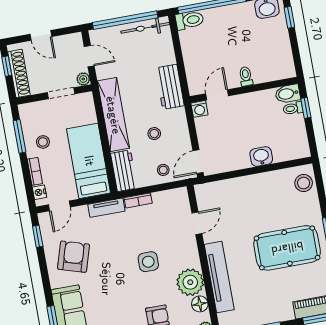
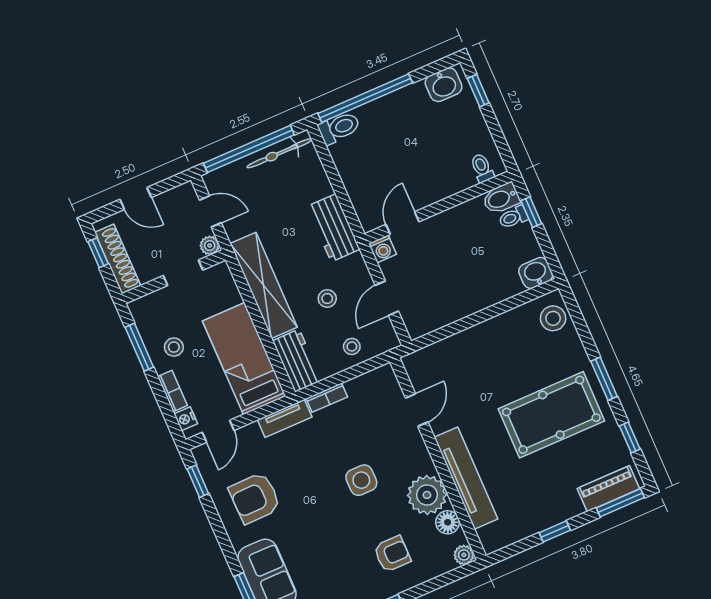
toilet: (246, 76) -> (482, 168), moved
washbasin: (261, 157) -> (536, 273), moved
door: (198, 162) -> (387, 298), moved
armchair: (73, 257) -> (255, 498), turned -108

